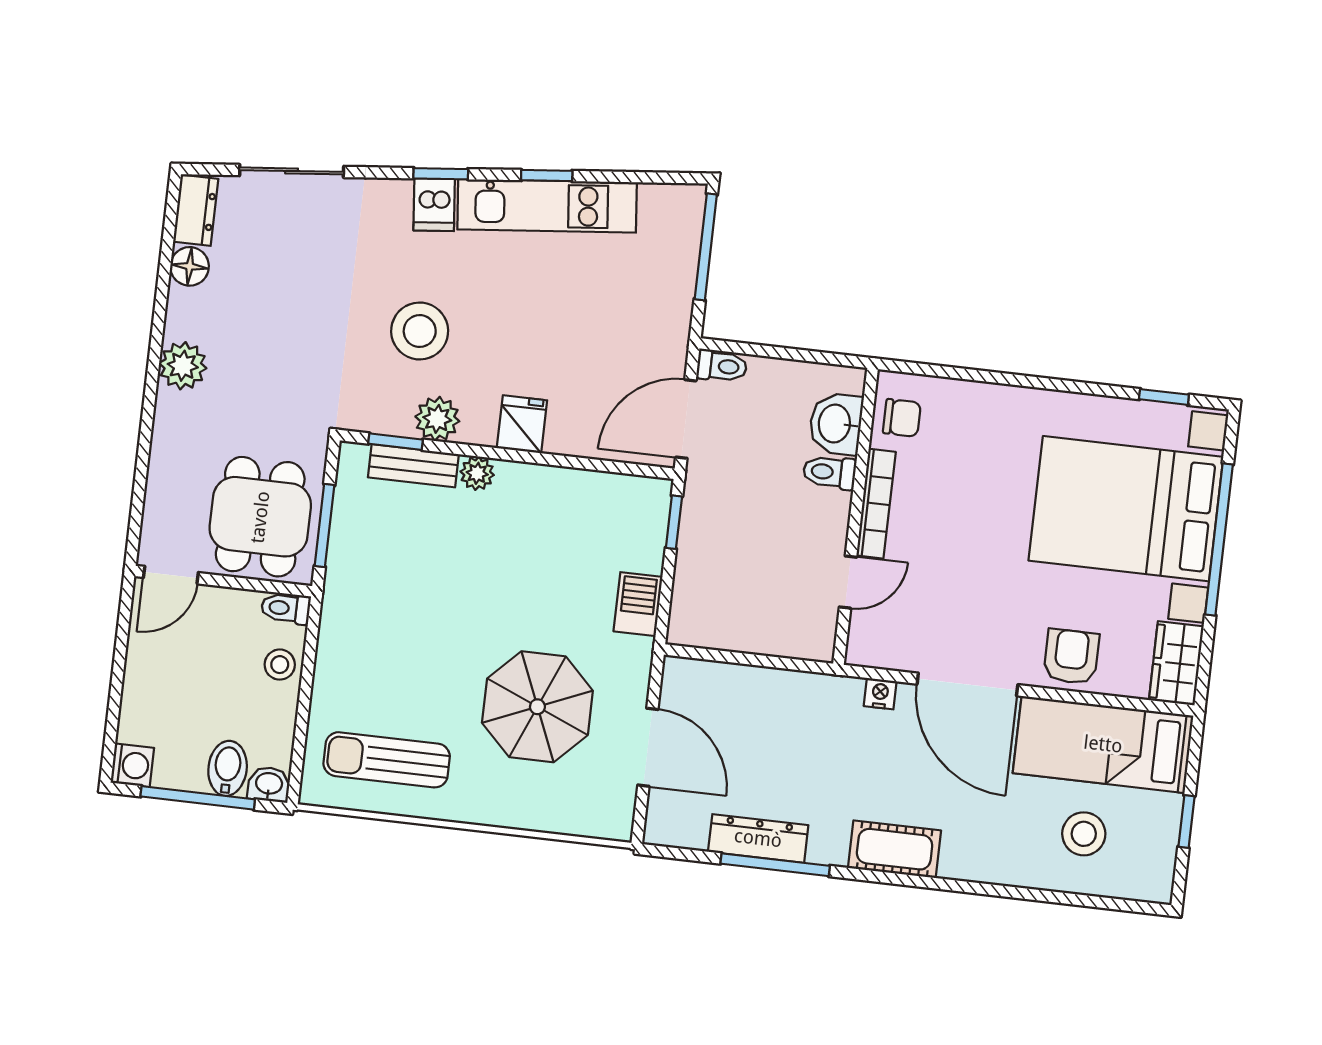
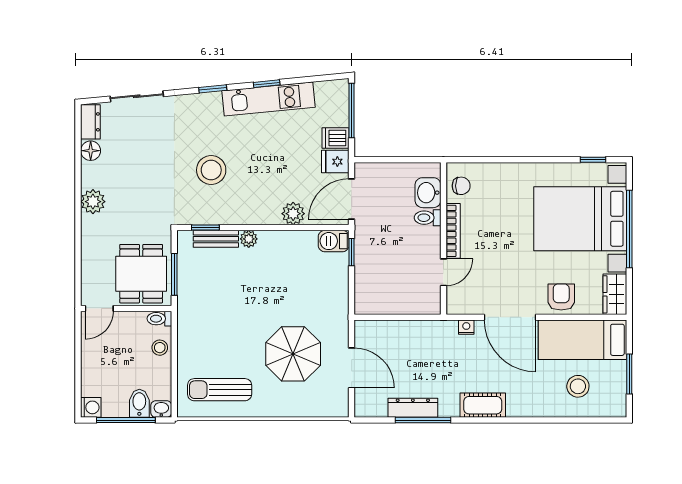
dishwasher: (434, 205) -> (336, 138), moved, turned 96
toilet: (722, 366) -> (367, 170), removed
plant: (437, 419) -> (293, 214), moved
fridge: (522, 424) -> (335, 162), moved, turned -90
barbecue: (638, 604) -> (334, 241), moved, turned -90
window: (1186, 821) -> (629, 374), width x1.50

